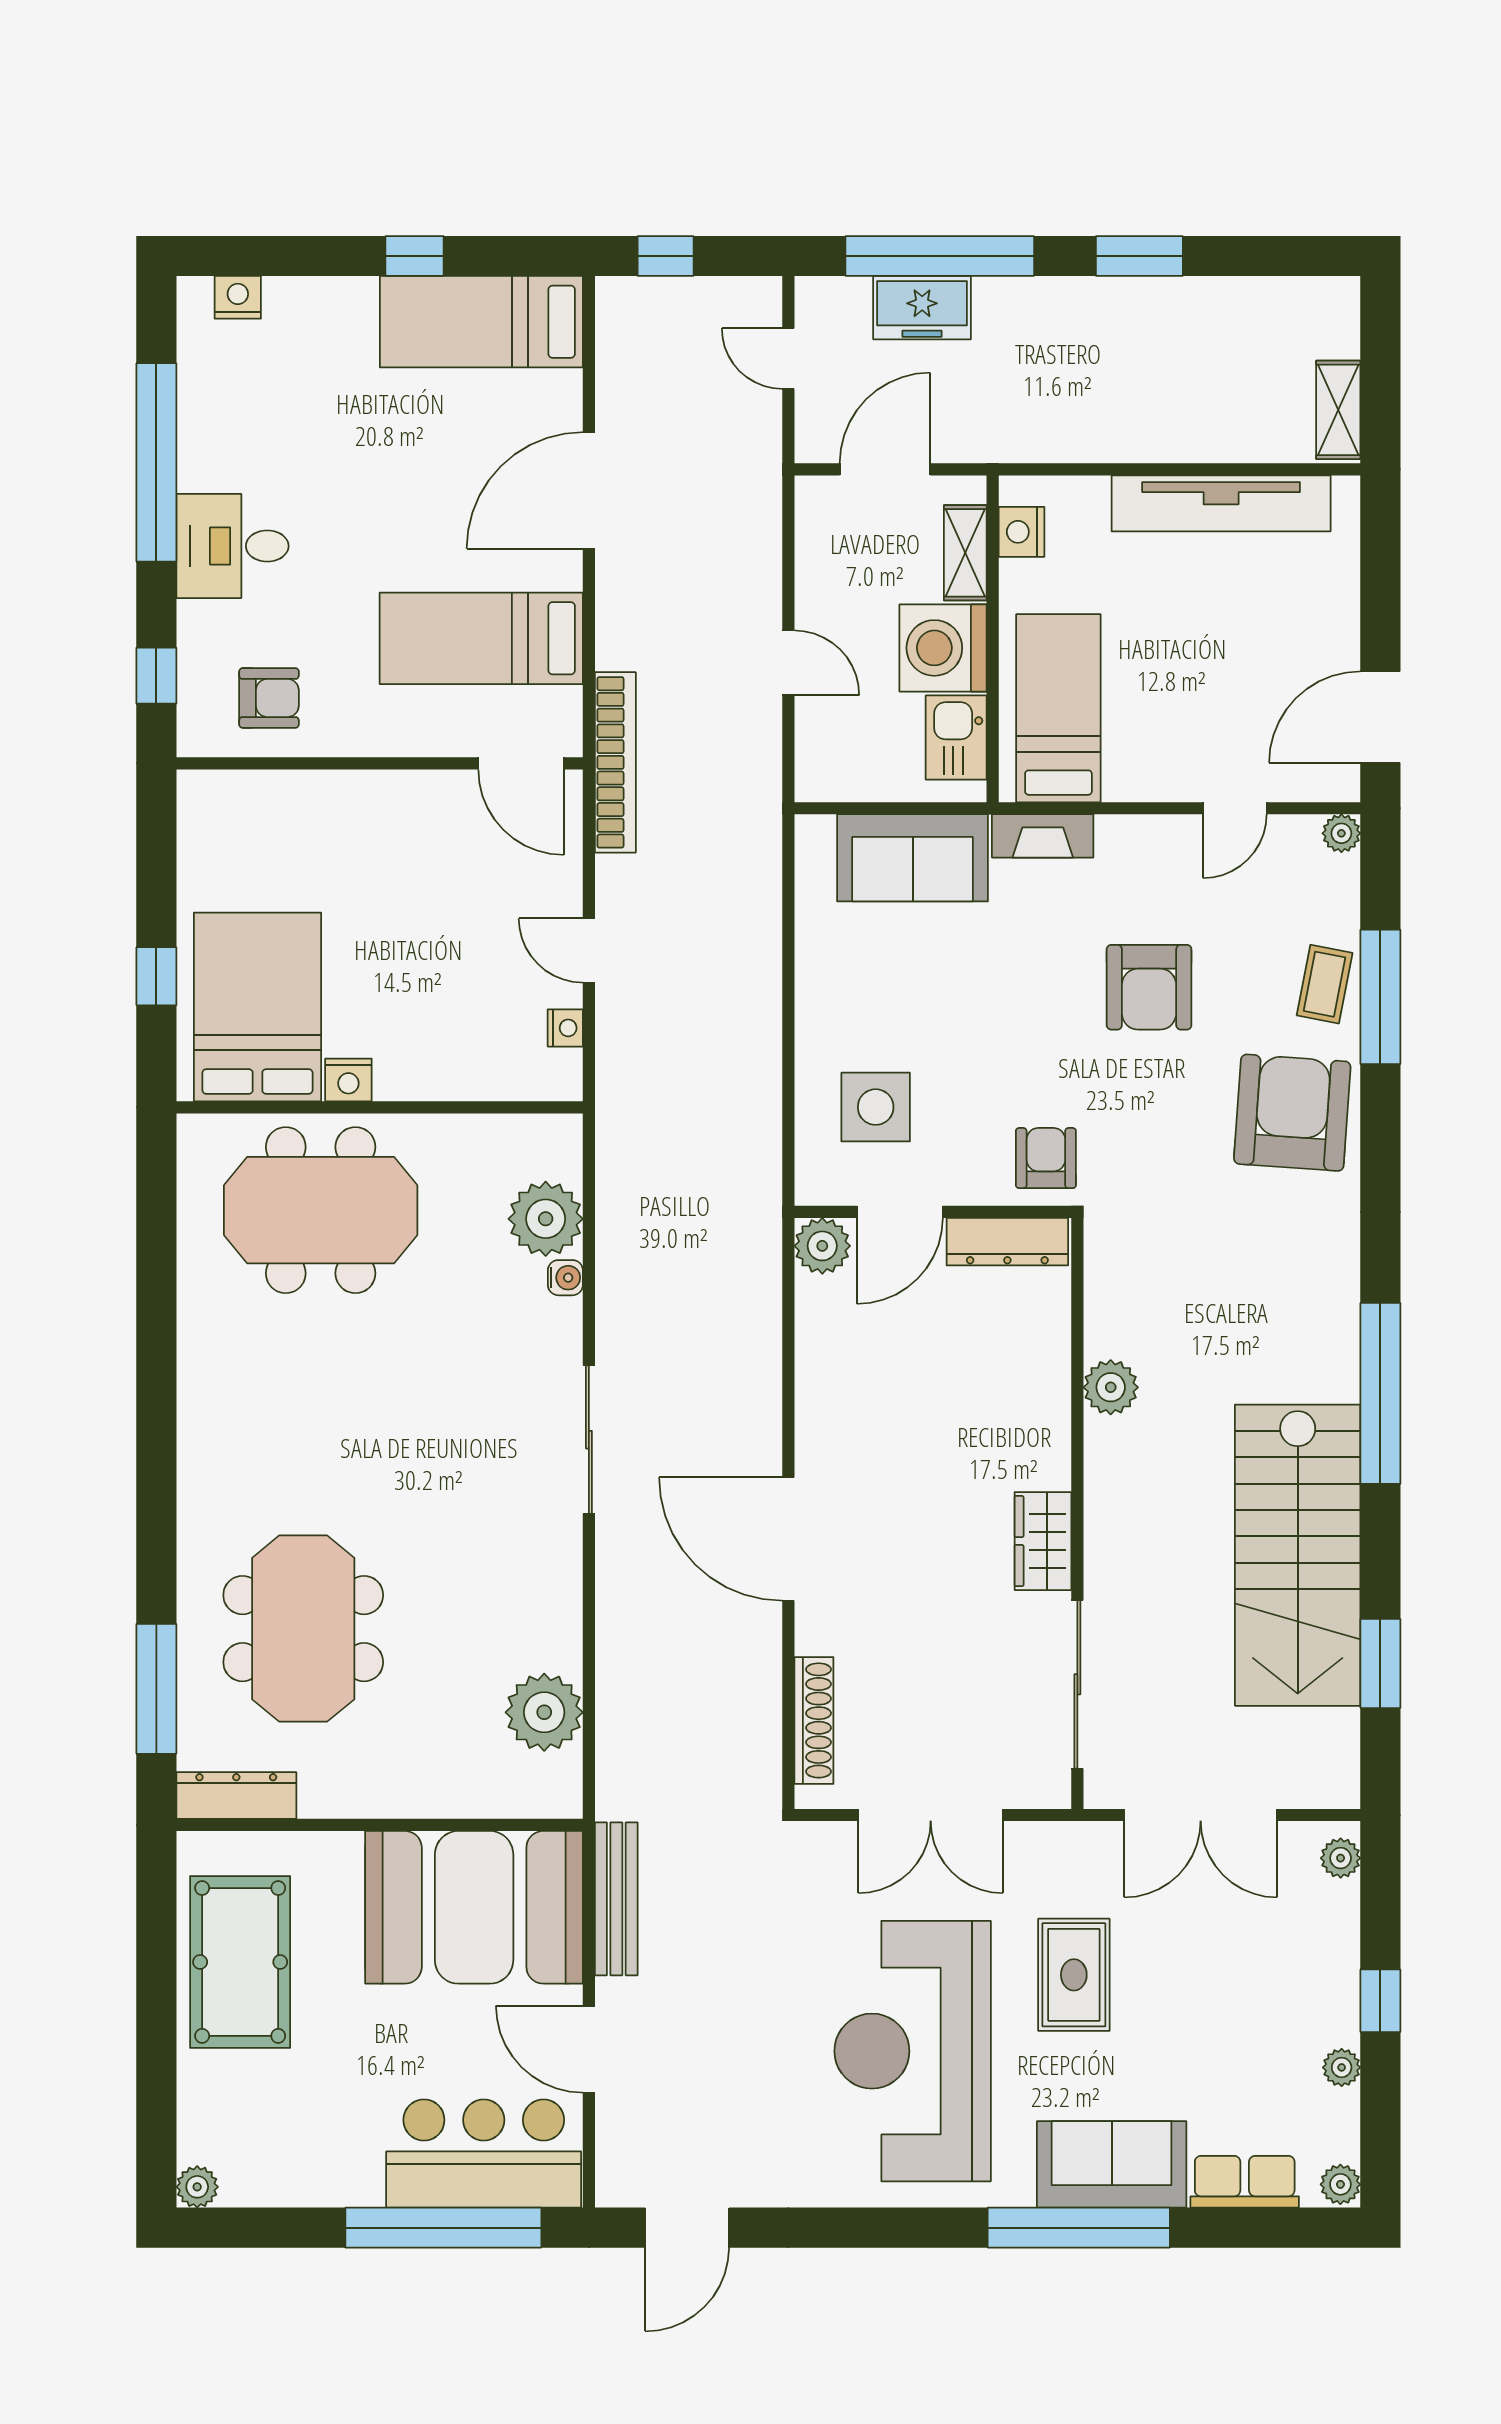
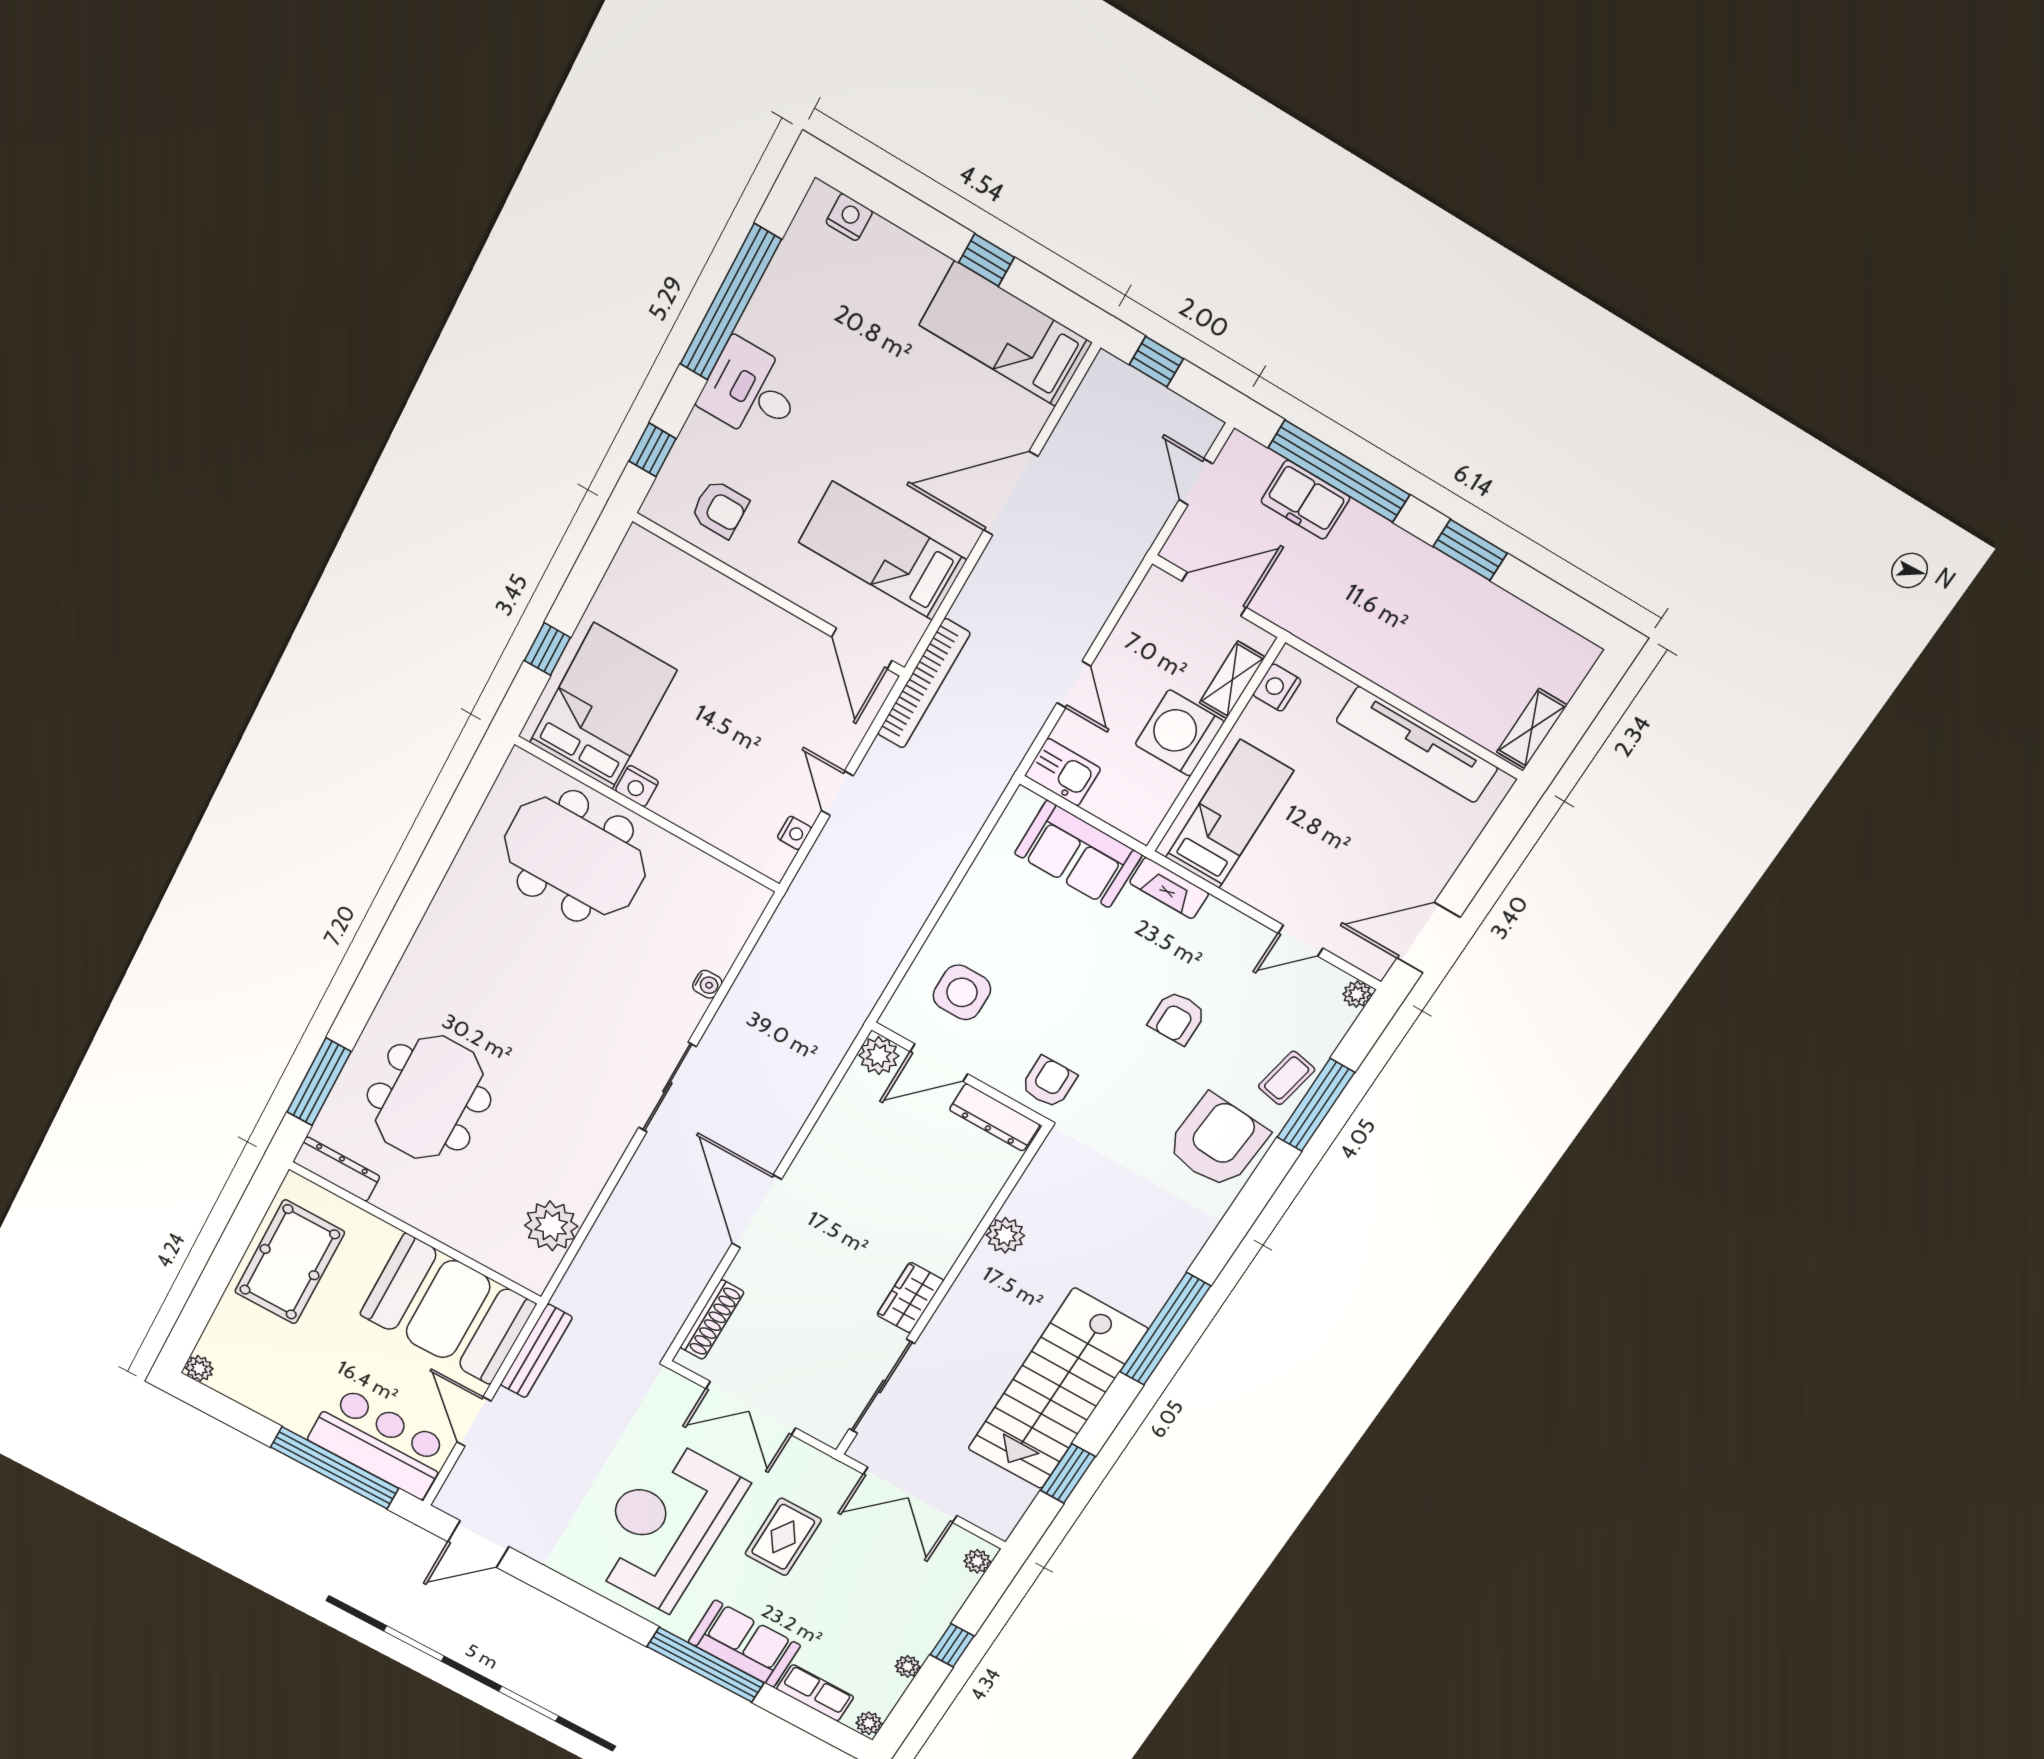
kitchen sink: (956, 738) -> (1063, 772), moved, turned 90
armchair: (1149, 987) -> (1177, 1018), width x0.72, depth x0.72
plant: (546, 1219) -> (715, 942), removed

